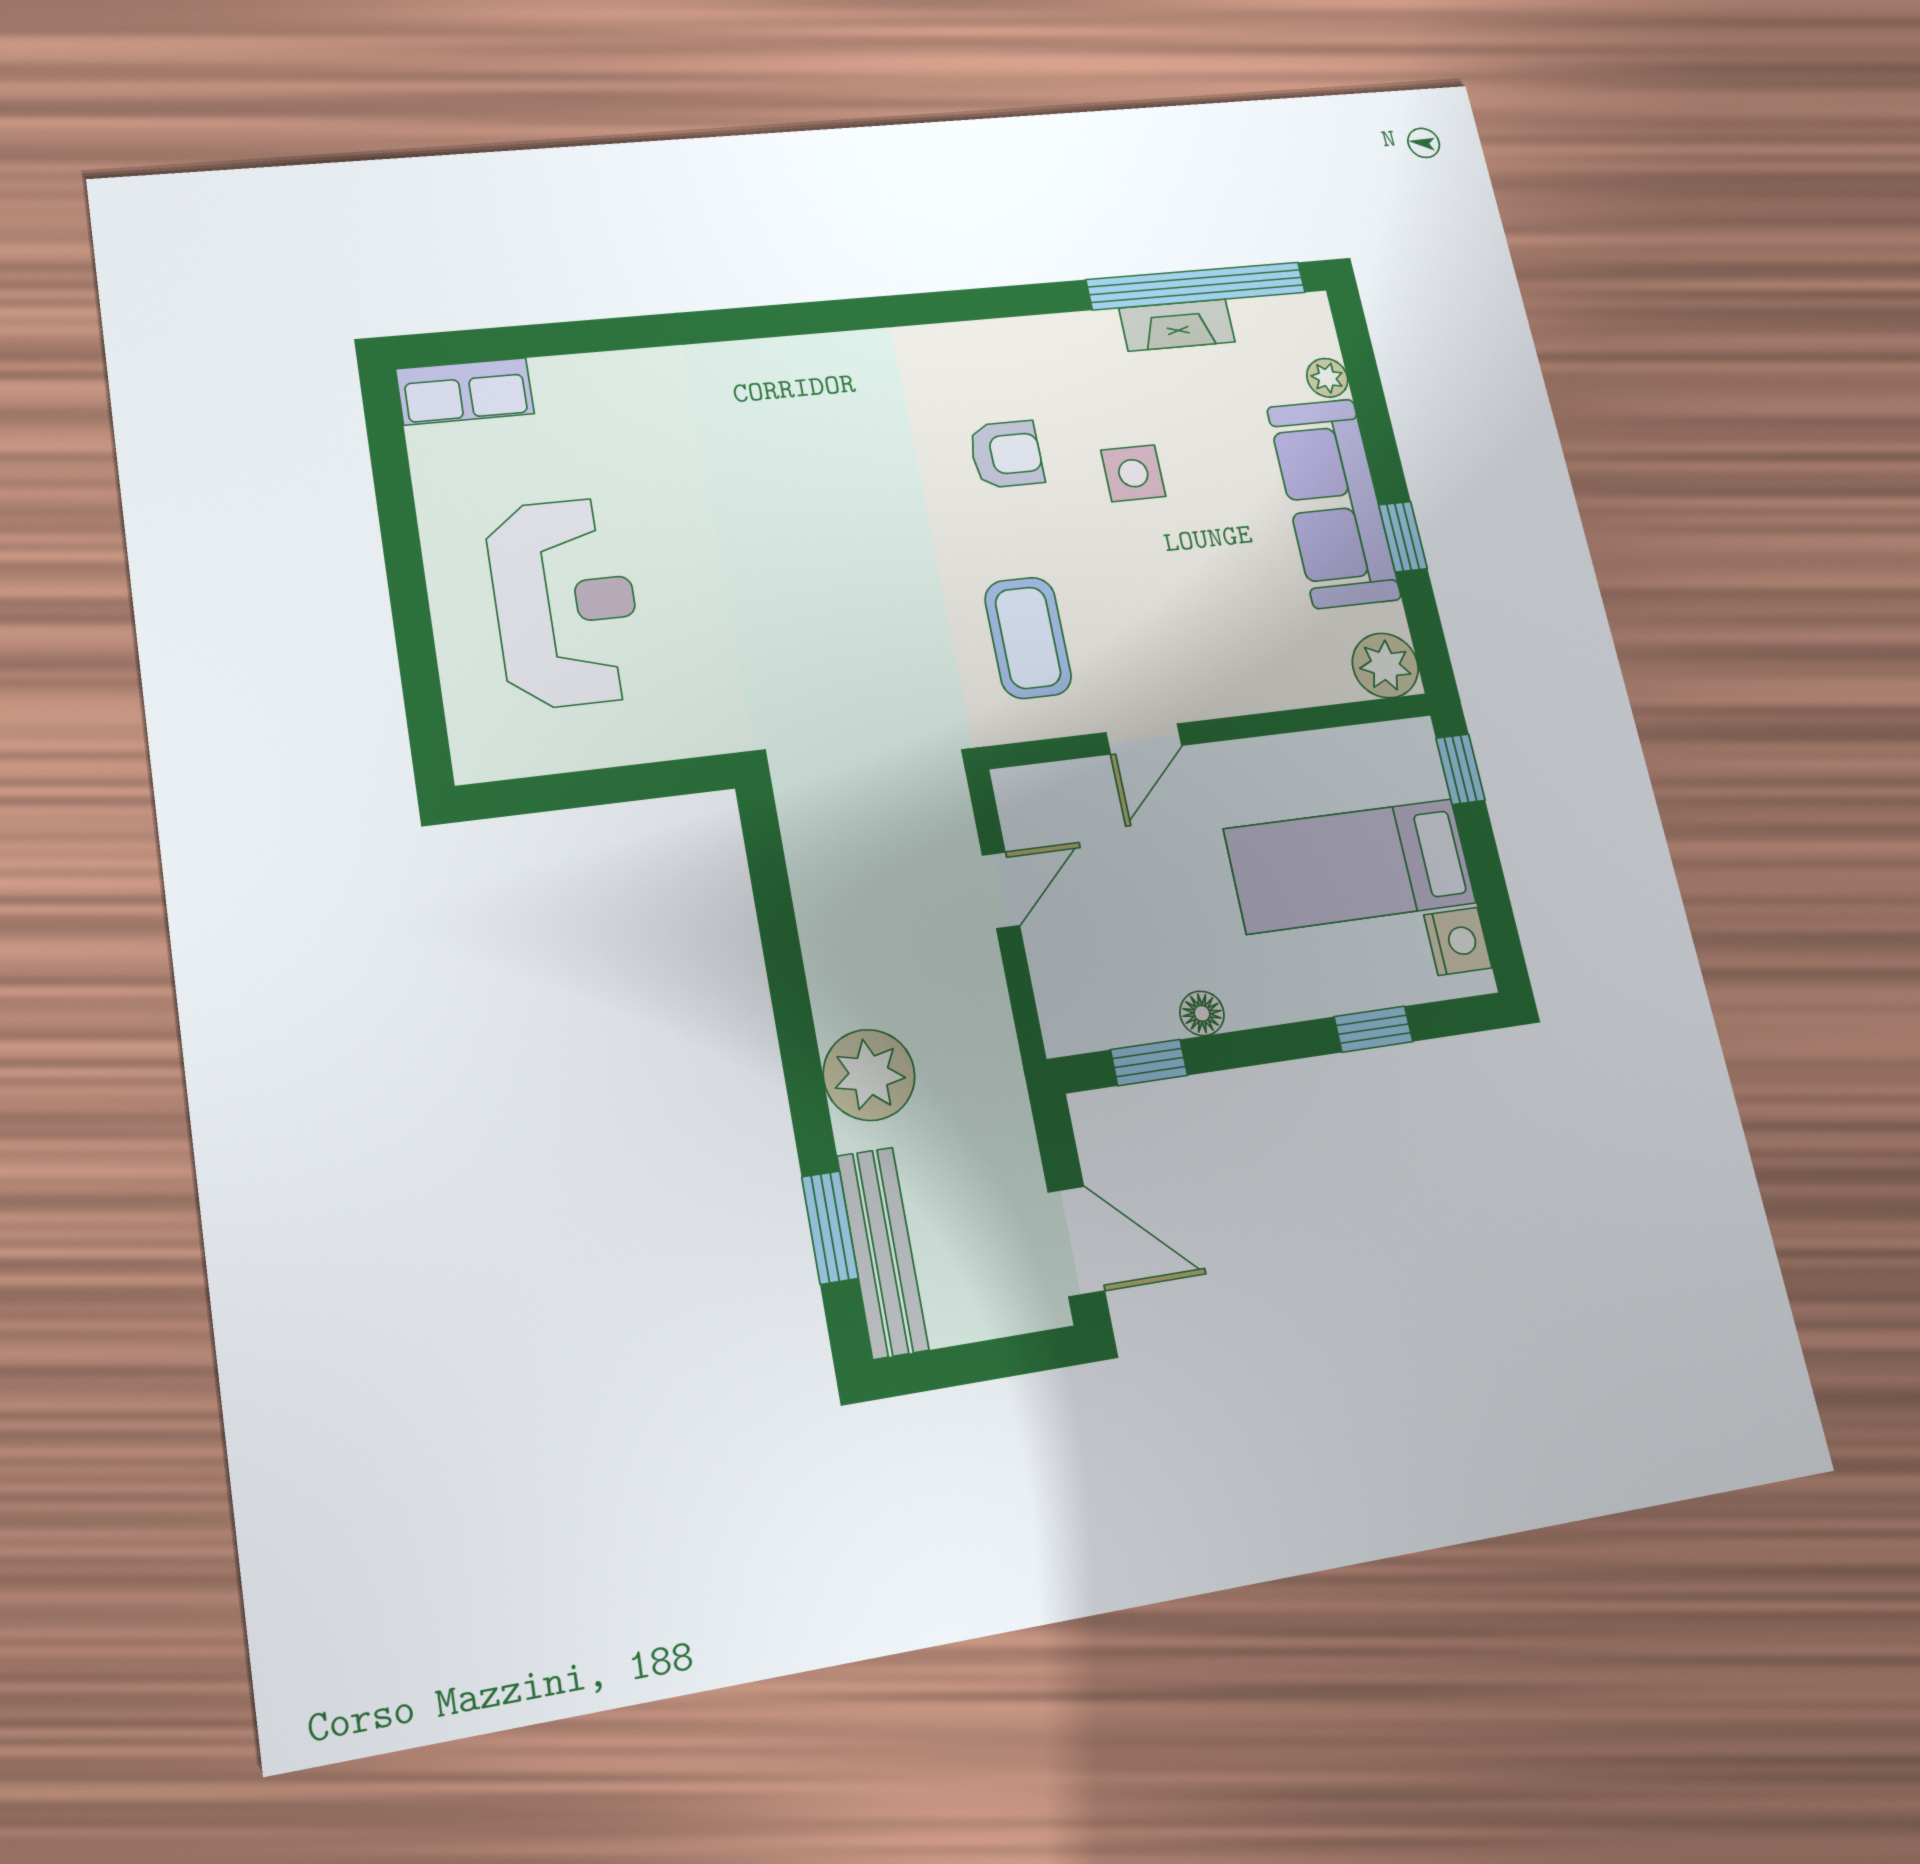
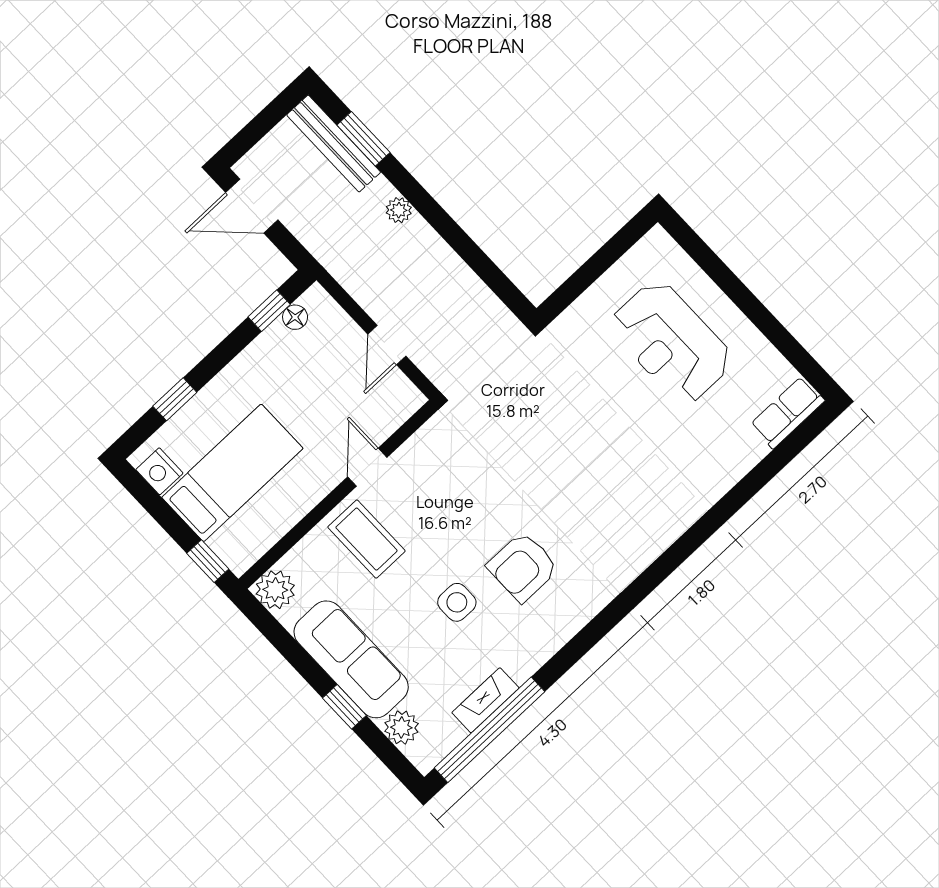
plant: (1327, 378) -> (401, 727), width x1.38, depth x1.38
armchair: (1006, 454) -> (523, 567), width x1.38, depth x1.38
window: (1403, 537) -> (344, 707), moved
coffee table: (1028, 638) -> (366, 539), moved
floor lamp: (1202, 1013) -> (295, 317), moved
plant: (869, 1075) -> (399, 210), width x0.53, depth x0.53

